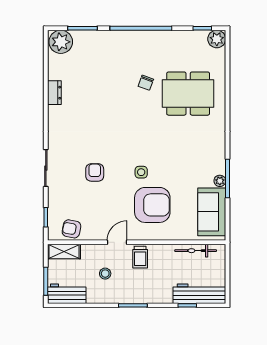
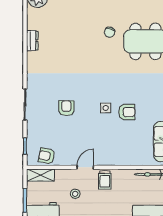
armchair: (152, 205) -> (127, 112), moved, width x0.53, depth x0.53

